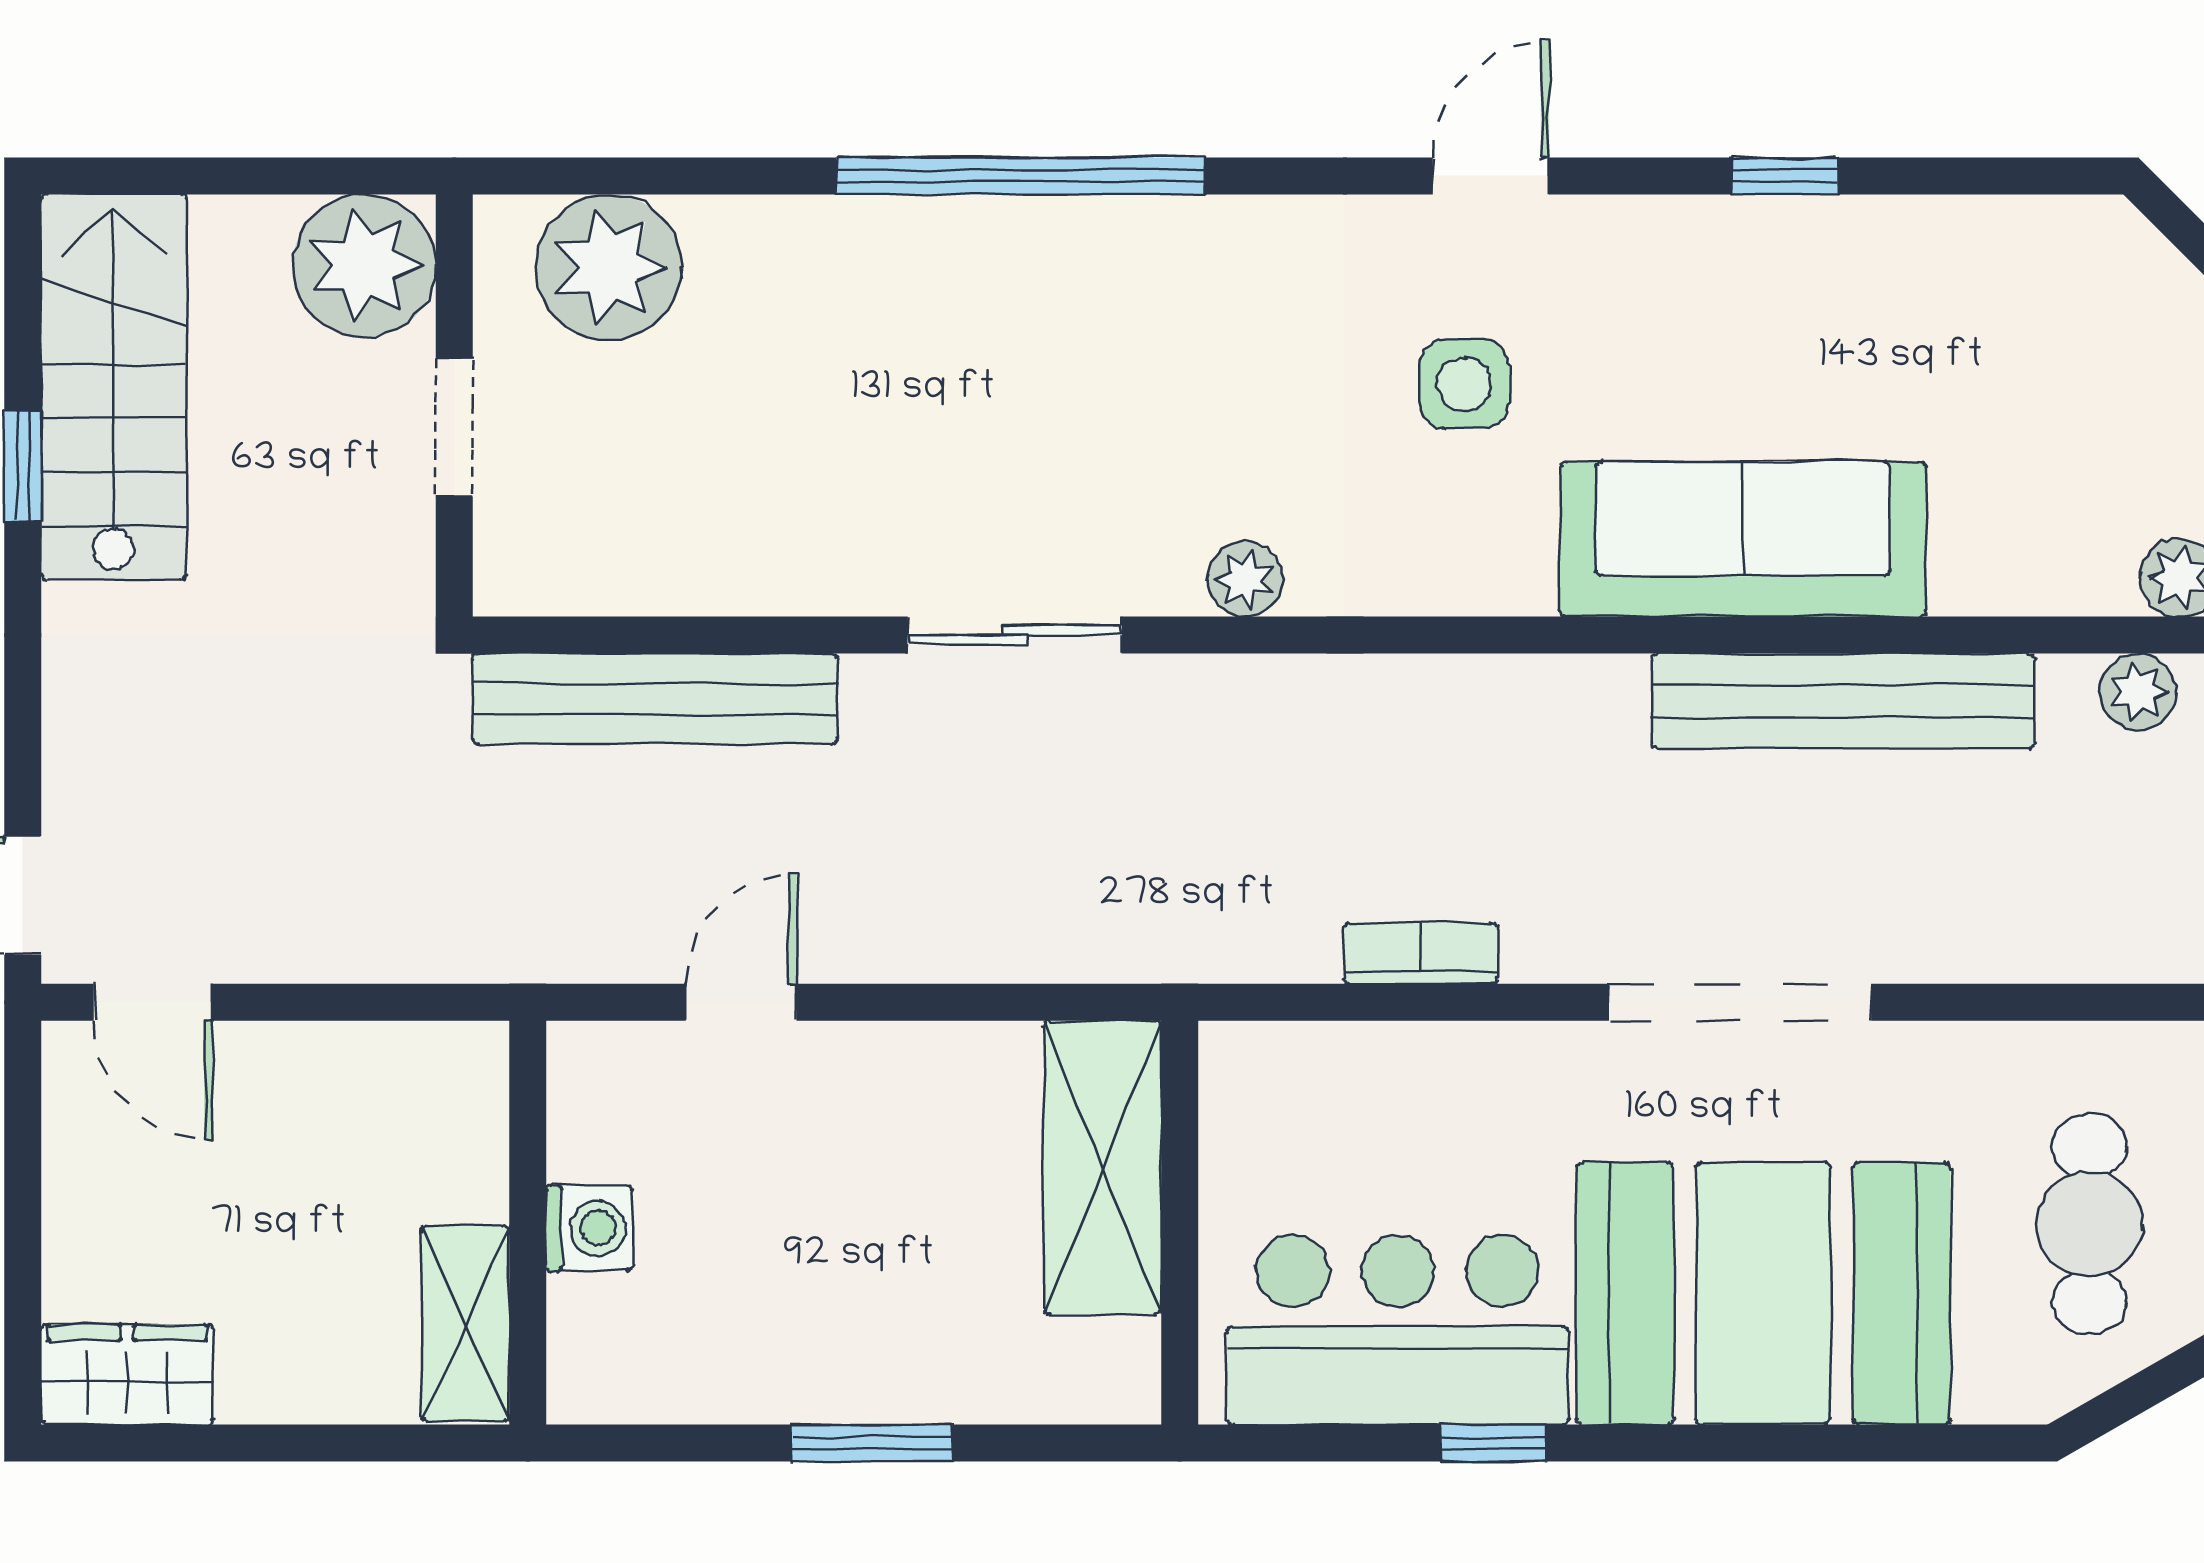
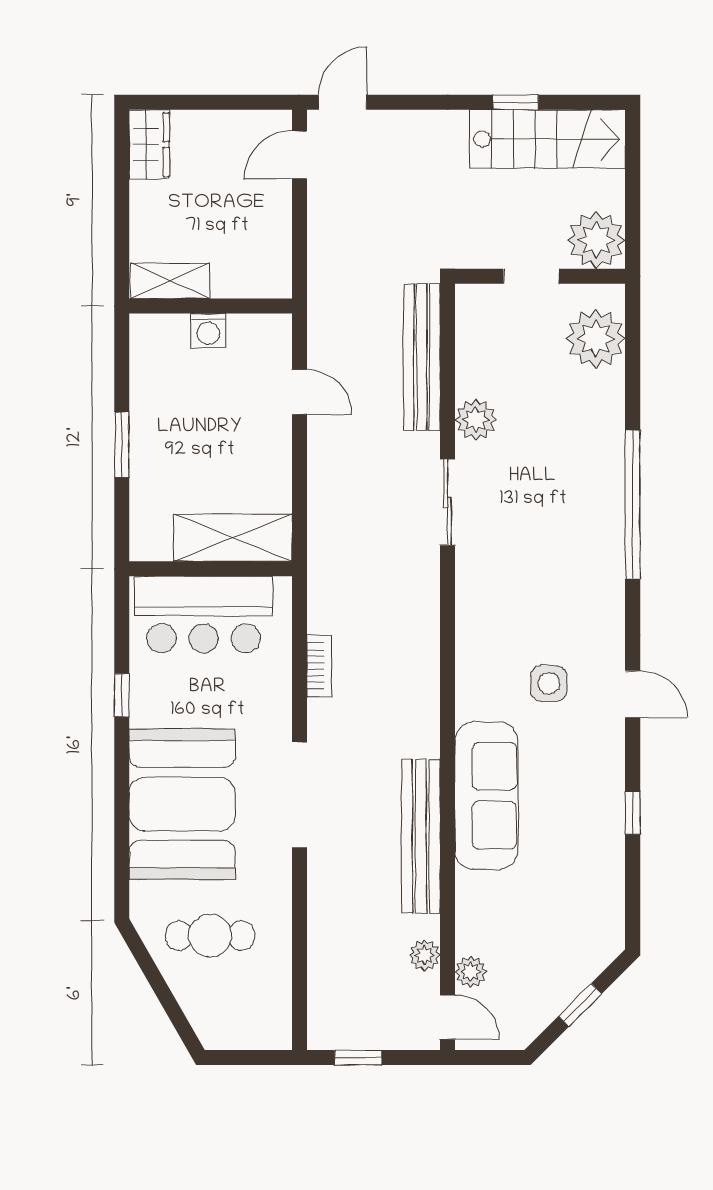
plant: (1245, 579) -> (476, 420), moved, width x1.38, depth x1.38
bar counter: (1398, 1330) -> (204, 614), moved, turned 90

